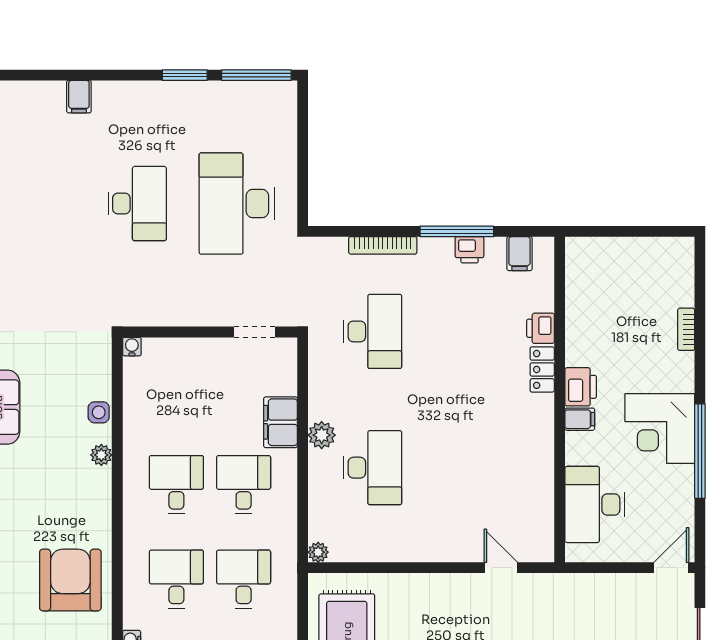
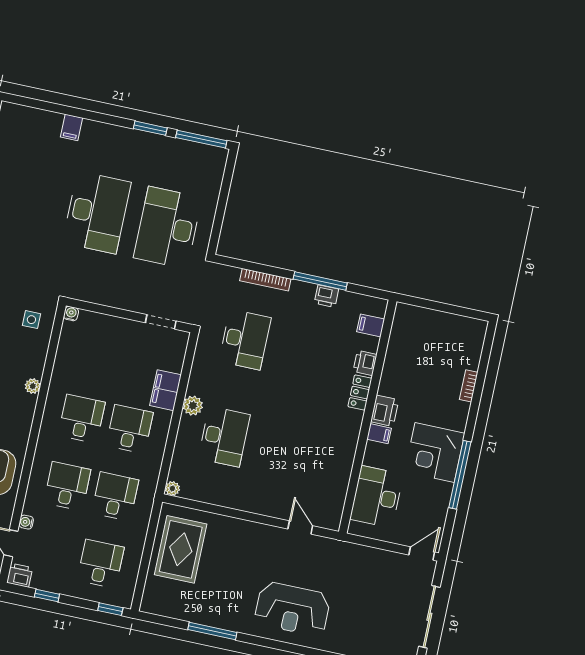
desk: (137, 204) -> (97, 212), width x1.36, depth x1.30
filing cabinet: (519, 254) -> (371, 325), moved, turned 90
side table: (99, 412) -> (31, 320), moved

